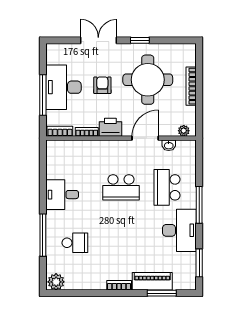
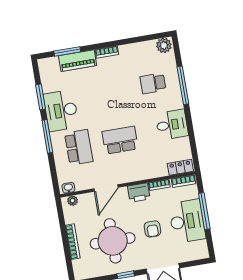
washbasin: (169, 145) -> (68, 188), moved
locker: (61, 147) -> (180, 167), added
window: (199, 263) -> (41, 97), moved

